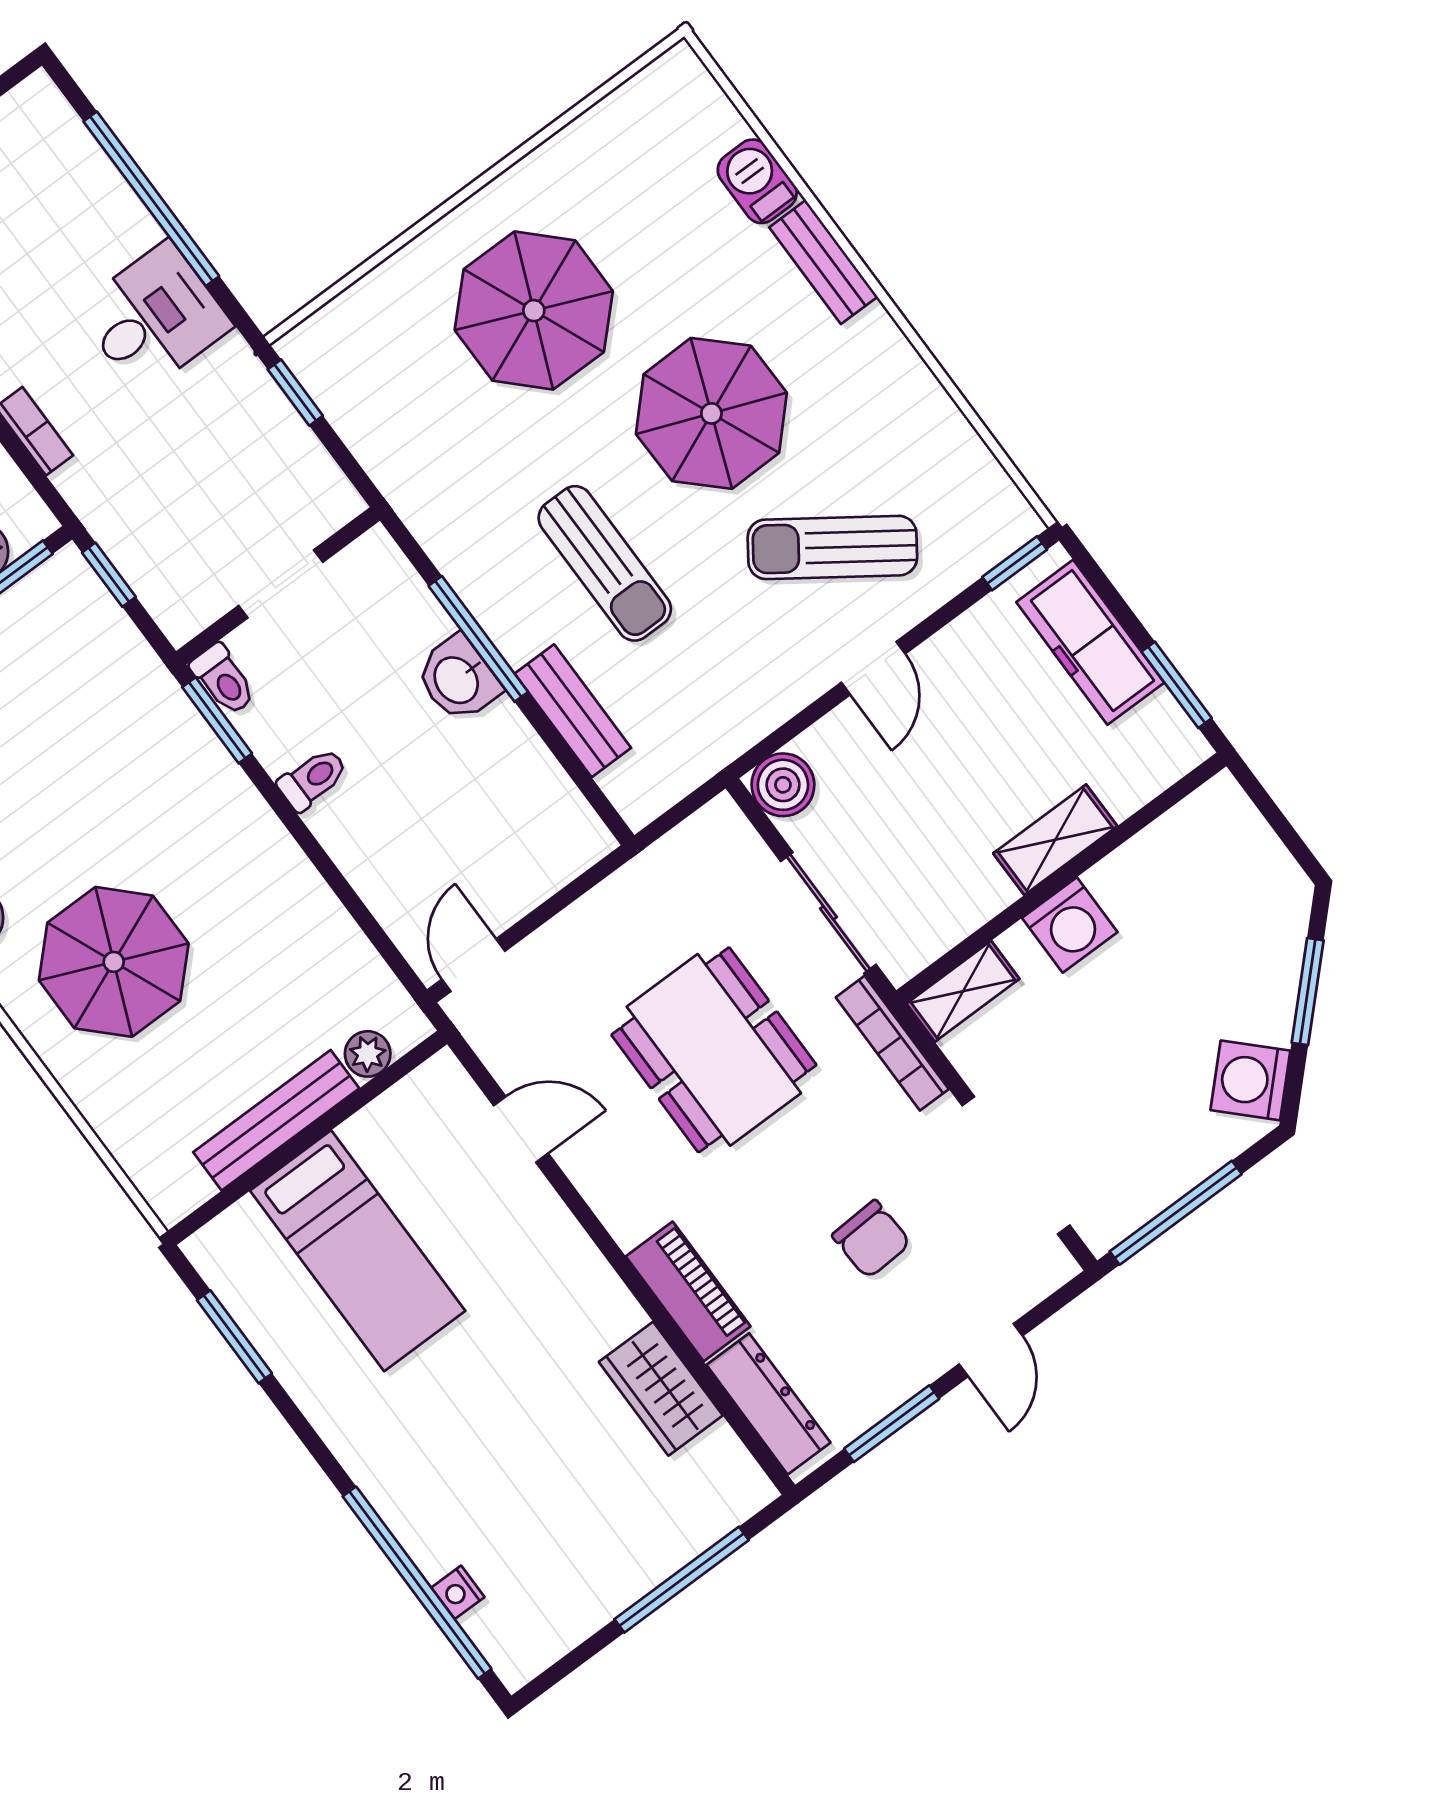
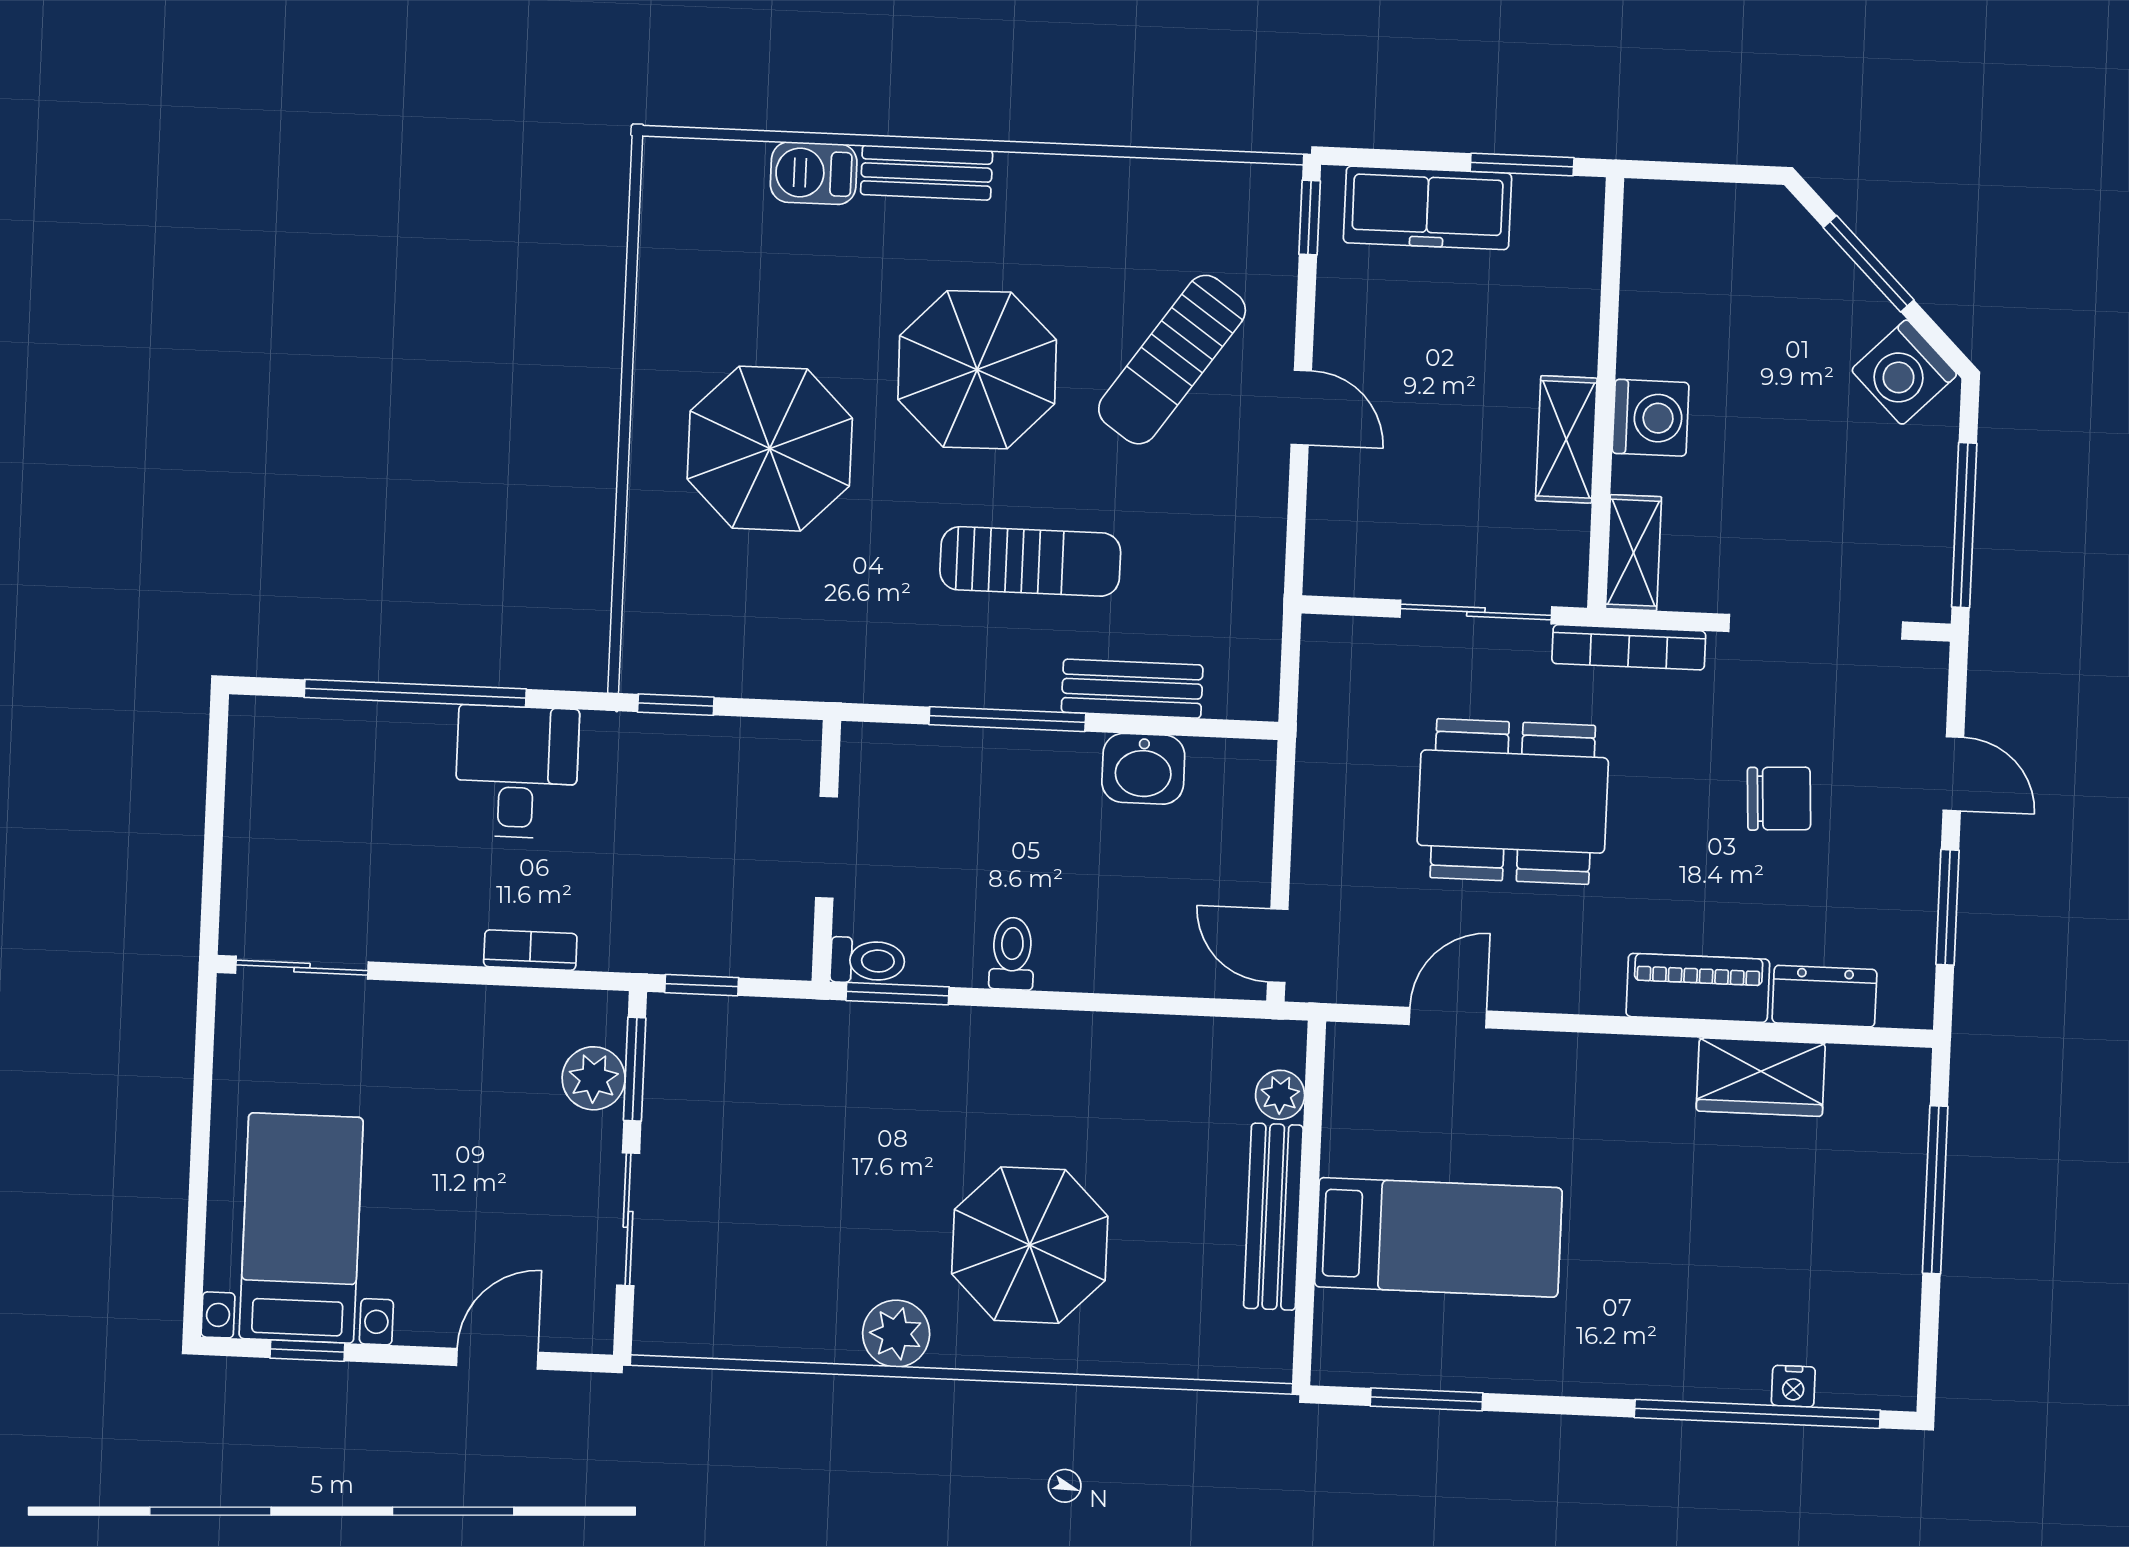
washbasin: (458, 679) -> (1143, 769), moved
boiler: (783, 785) -> (1337, 563), removed
shelving: (1055, 840) -> (1566, 439), moved
dresser: (768, 1404) -> (1824, 996), width x0.70

